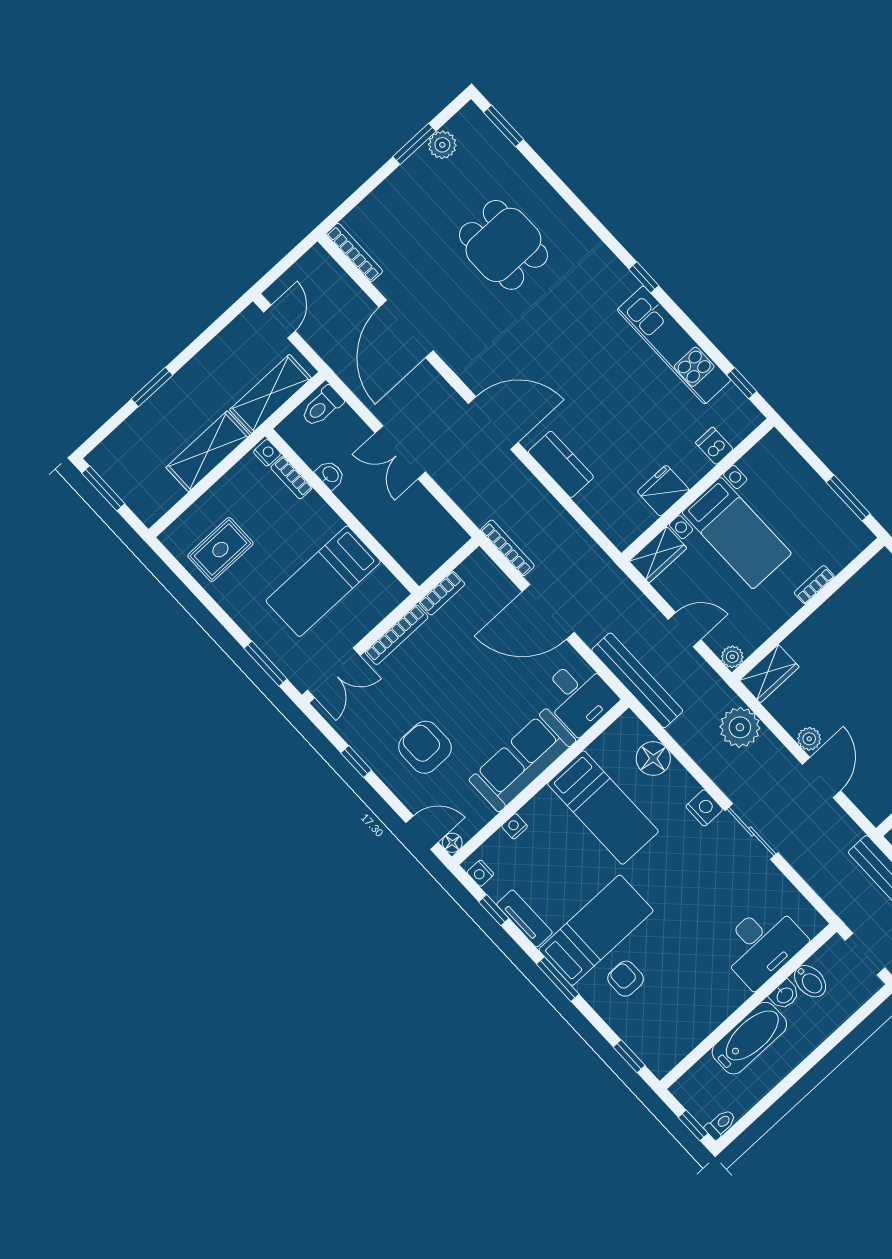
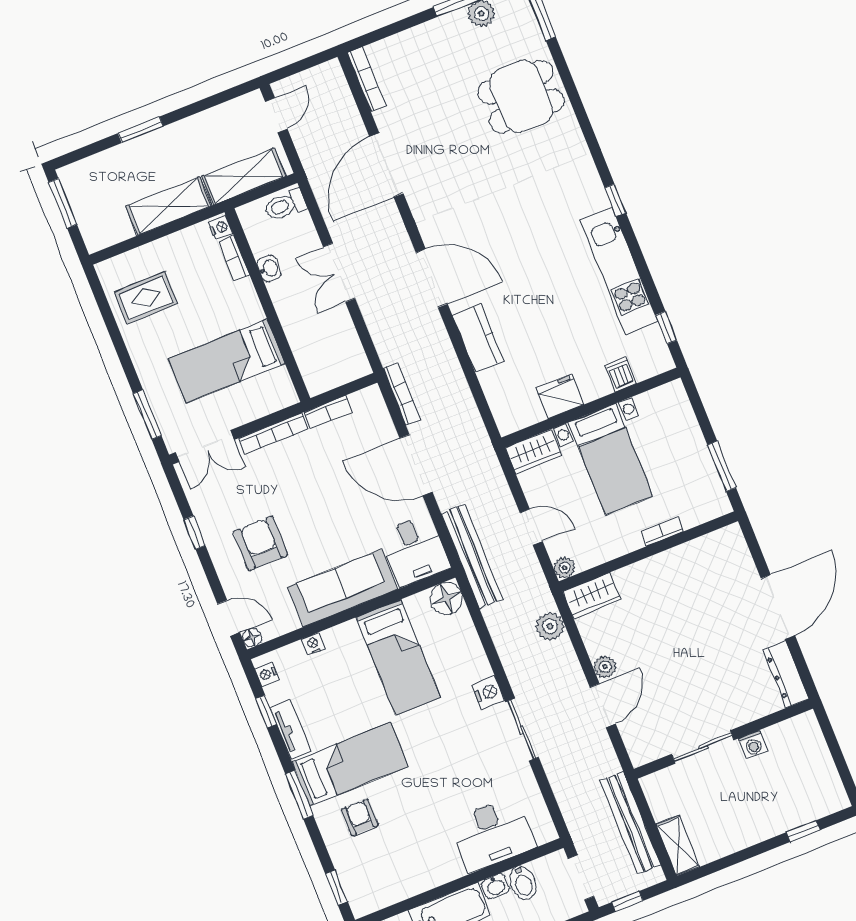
dining table: (503, 245) -> (521, 97), moved, turned 90
plant: (740, 727) -> (550, 626), width x0.73, depth x0.73
floor lamp: (653, 759) -> (446, 598), moved

